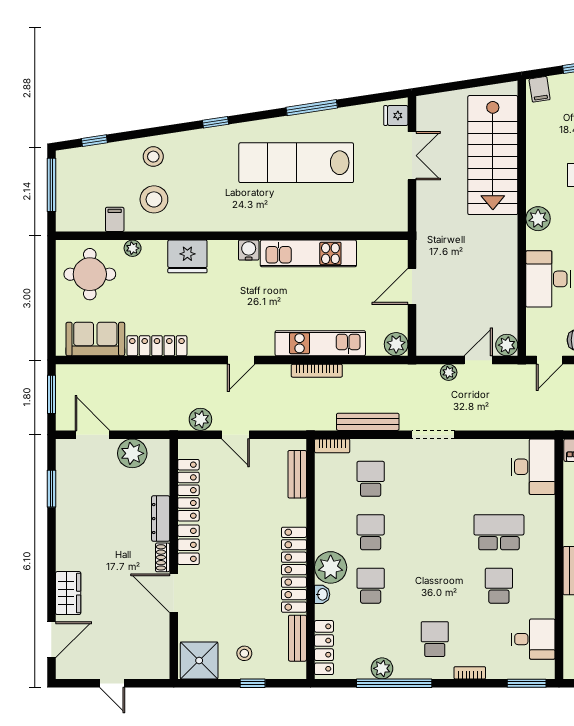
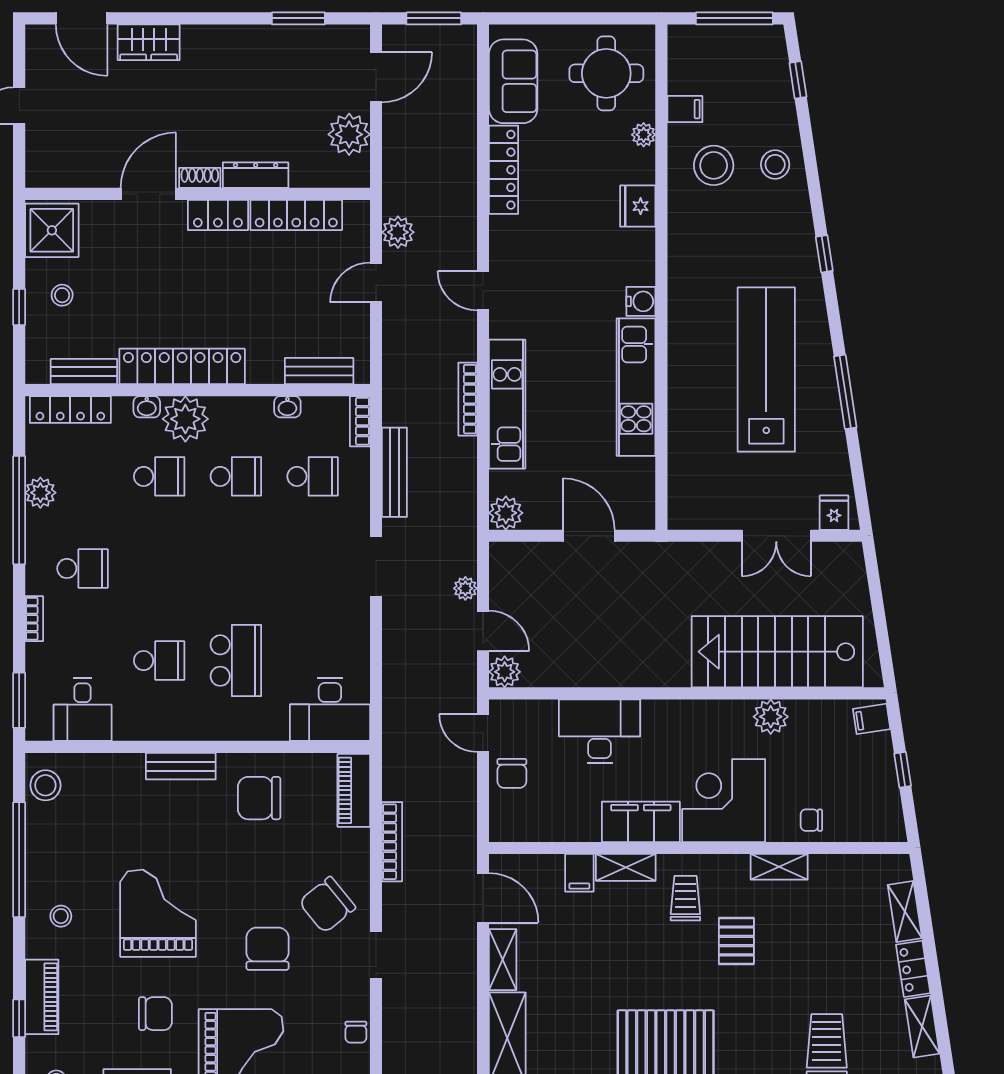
plant: (538, 219) -> (771, 717), moved
fridge: (187, 256) -> (638, 206), width x0.73, depth x0.75
washbasin: (322, 496) -> (287, 407), added

